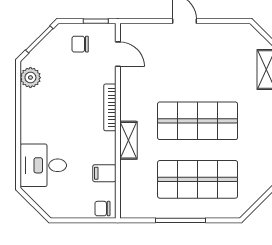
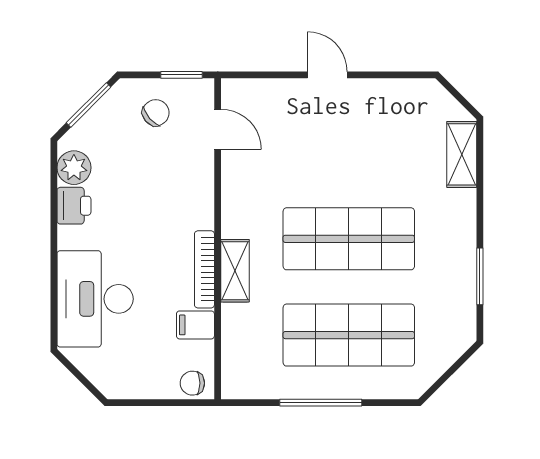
chair: (80, 44) -> (156, 113), turned 139
printer: (30, 101) -> (74, 206), added
bookcase: (110, 107) -> (204, 269), moved
desk: (43, 165) -> (95, 299), width x1.37

